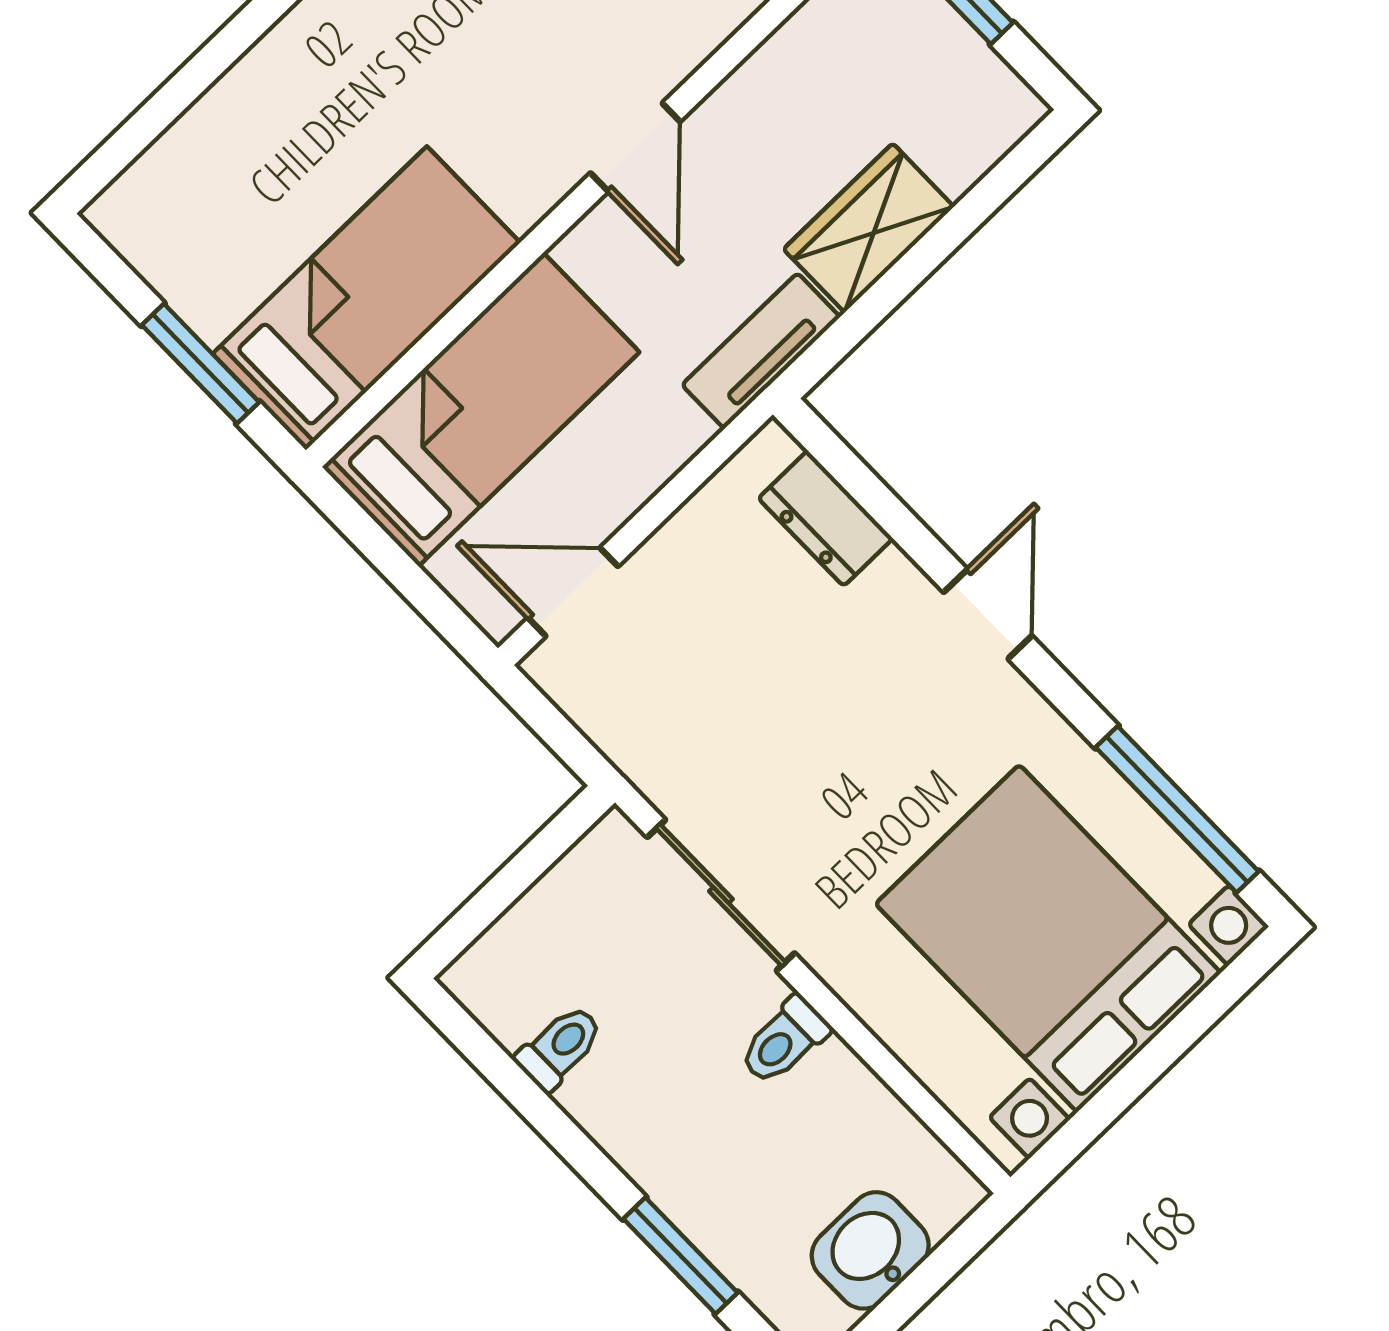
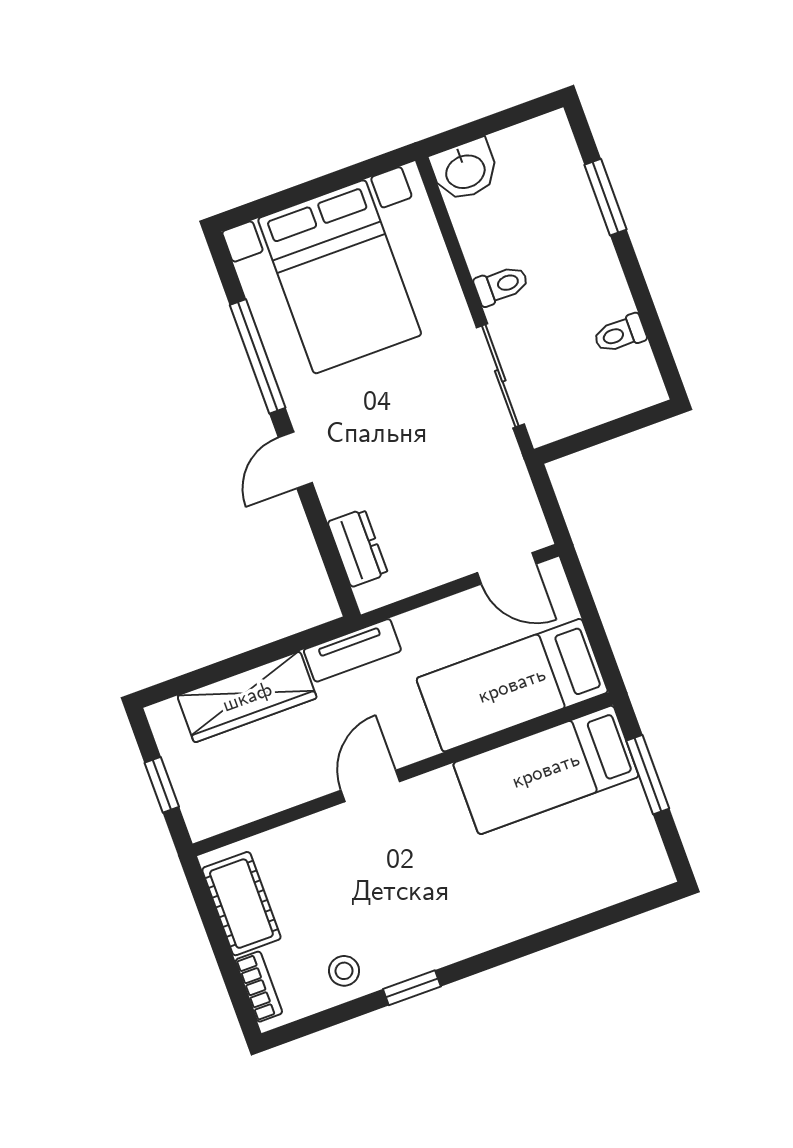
wardrobe: (869, 228) -> (247, 697), width x1.50
window: (1177, 809) -> (258, 356), moved
washbasin: (870, 1250) -> (465, 170), moved

